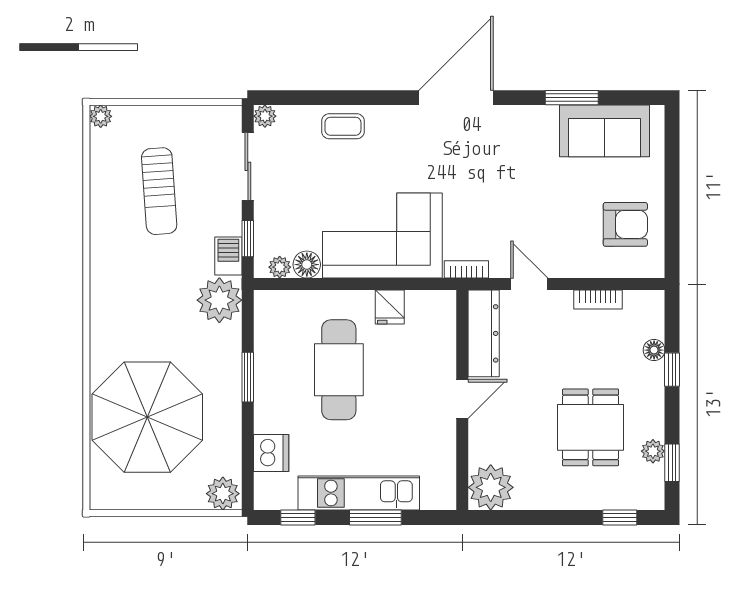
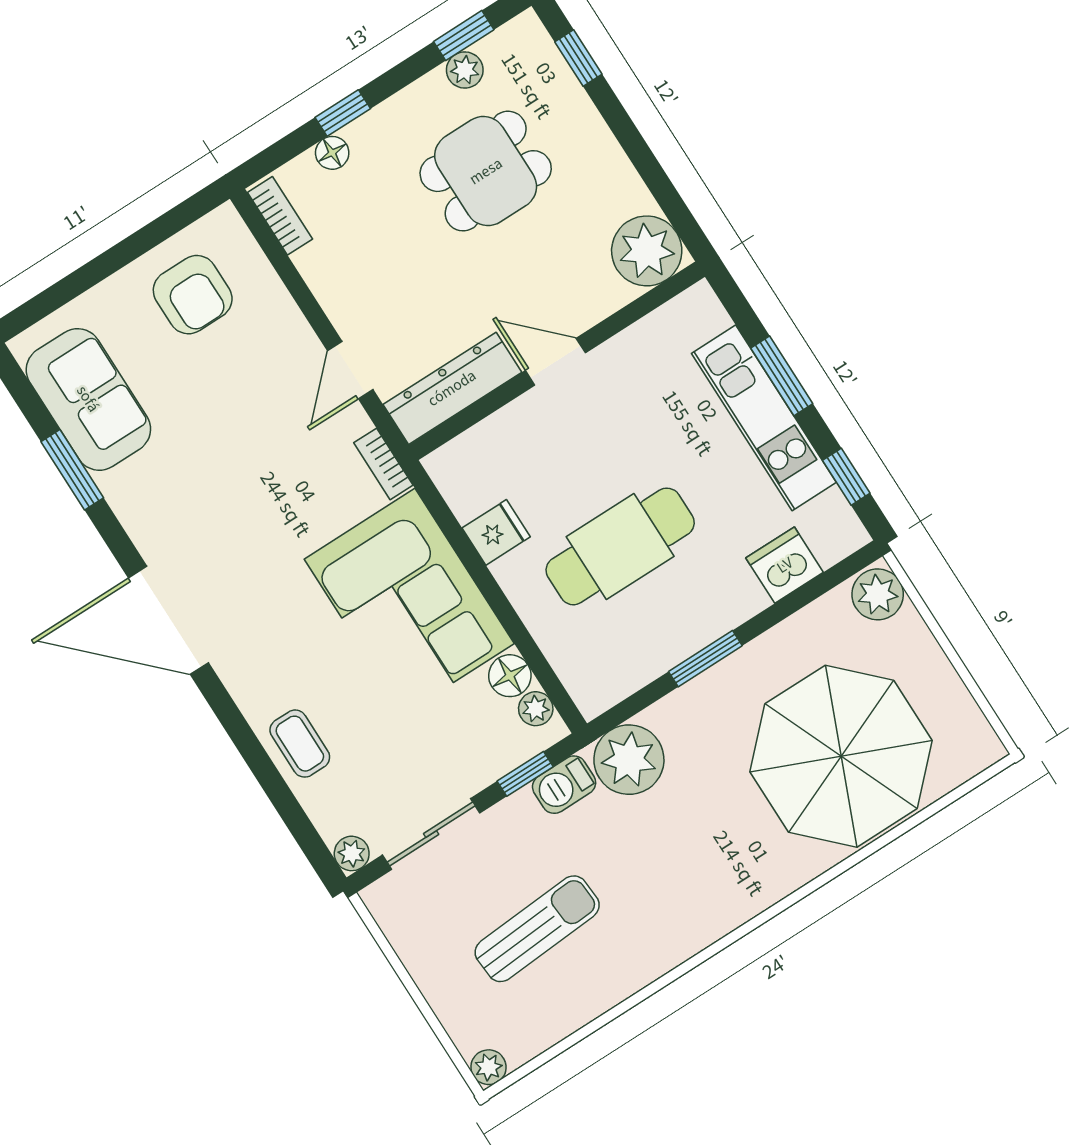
armchair: (625, 224) -> (193, 295), turned 180
bookcase: (598, 300) -> (280, 216), moved

